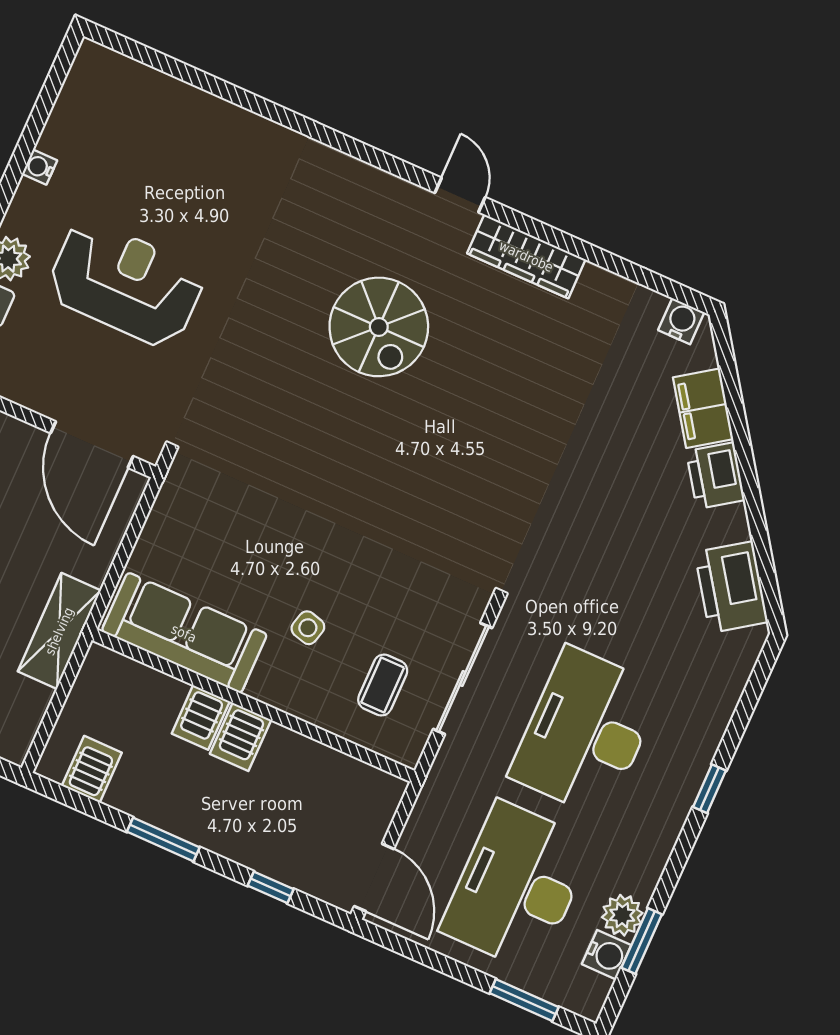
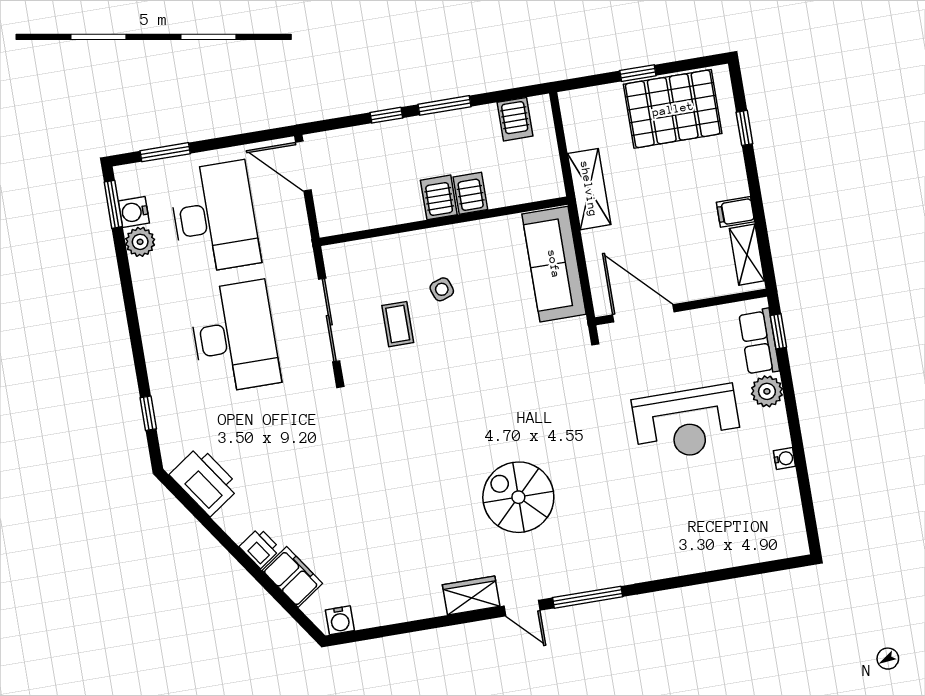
window: (375, 157) -> (588, 597), added
wardrobe: (526, 256) -> (471, 596), width x0.67
printer: (715, 476) -> (260, 548), width x0.73, depth x0.81
side table: (308, 628) -> (442, 289), turned -34
sofa: (184, 633) -> (554, 264), moved, turned 90
coffee table: (383, 685) -> (398, 324), moved
window: (710, 789) -> (148, 413), moved
window: (271, 887) -> (386, 115), moved
window: (642, 941) -> (113, 204), moved

